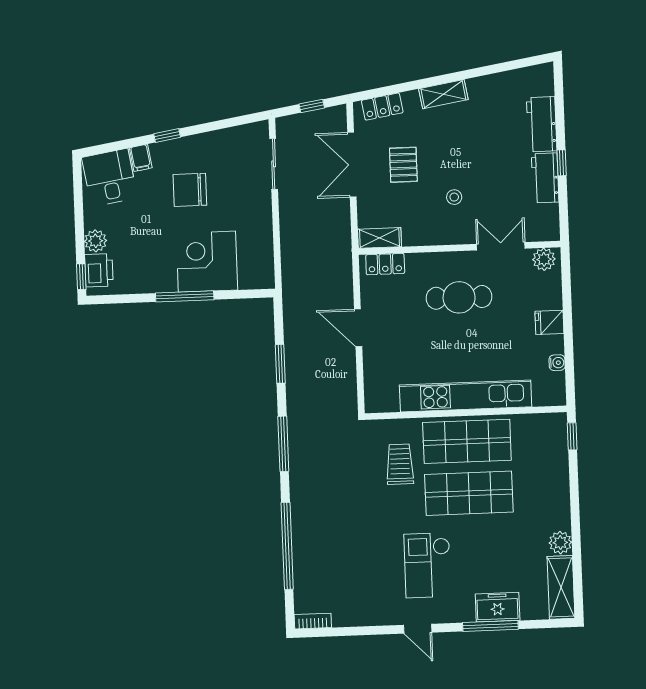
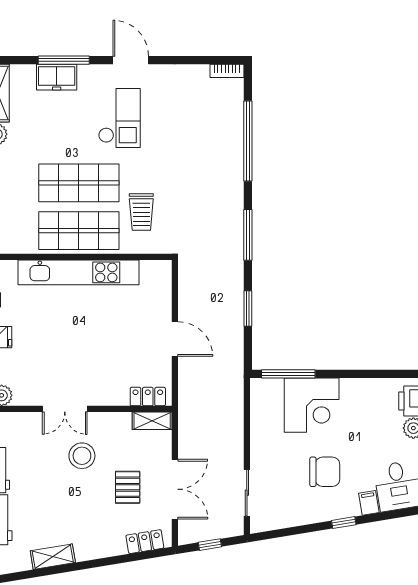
shelving: (443, 94) -> (53, 557), moved
stool: (454, 197) -> (82, 456), width x1.89, depth x1.89
double door: (501, 246) -> (65, 409), moved
window: (185, 296) -> (288, 374), moved
cafe table: (459, 297) -> (81, 363), removed
door: (418, 629) -> (131, 60), width x1.38

